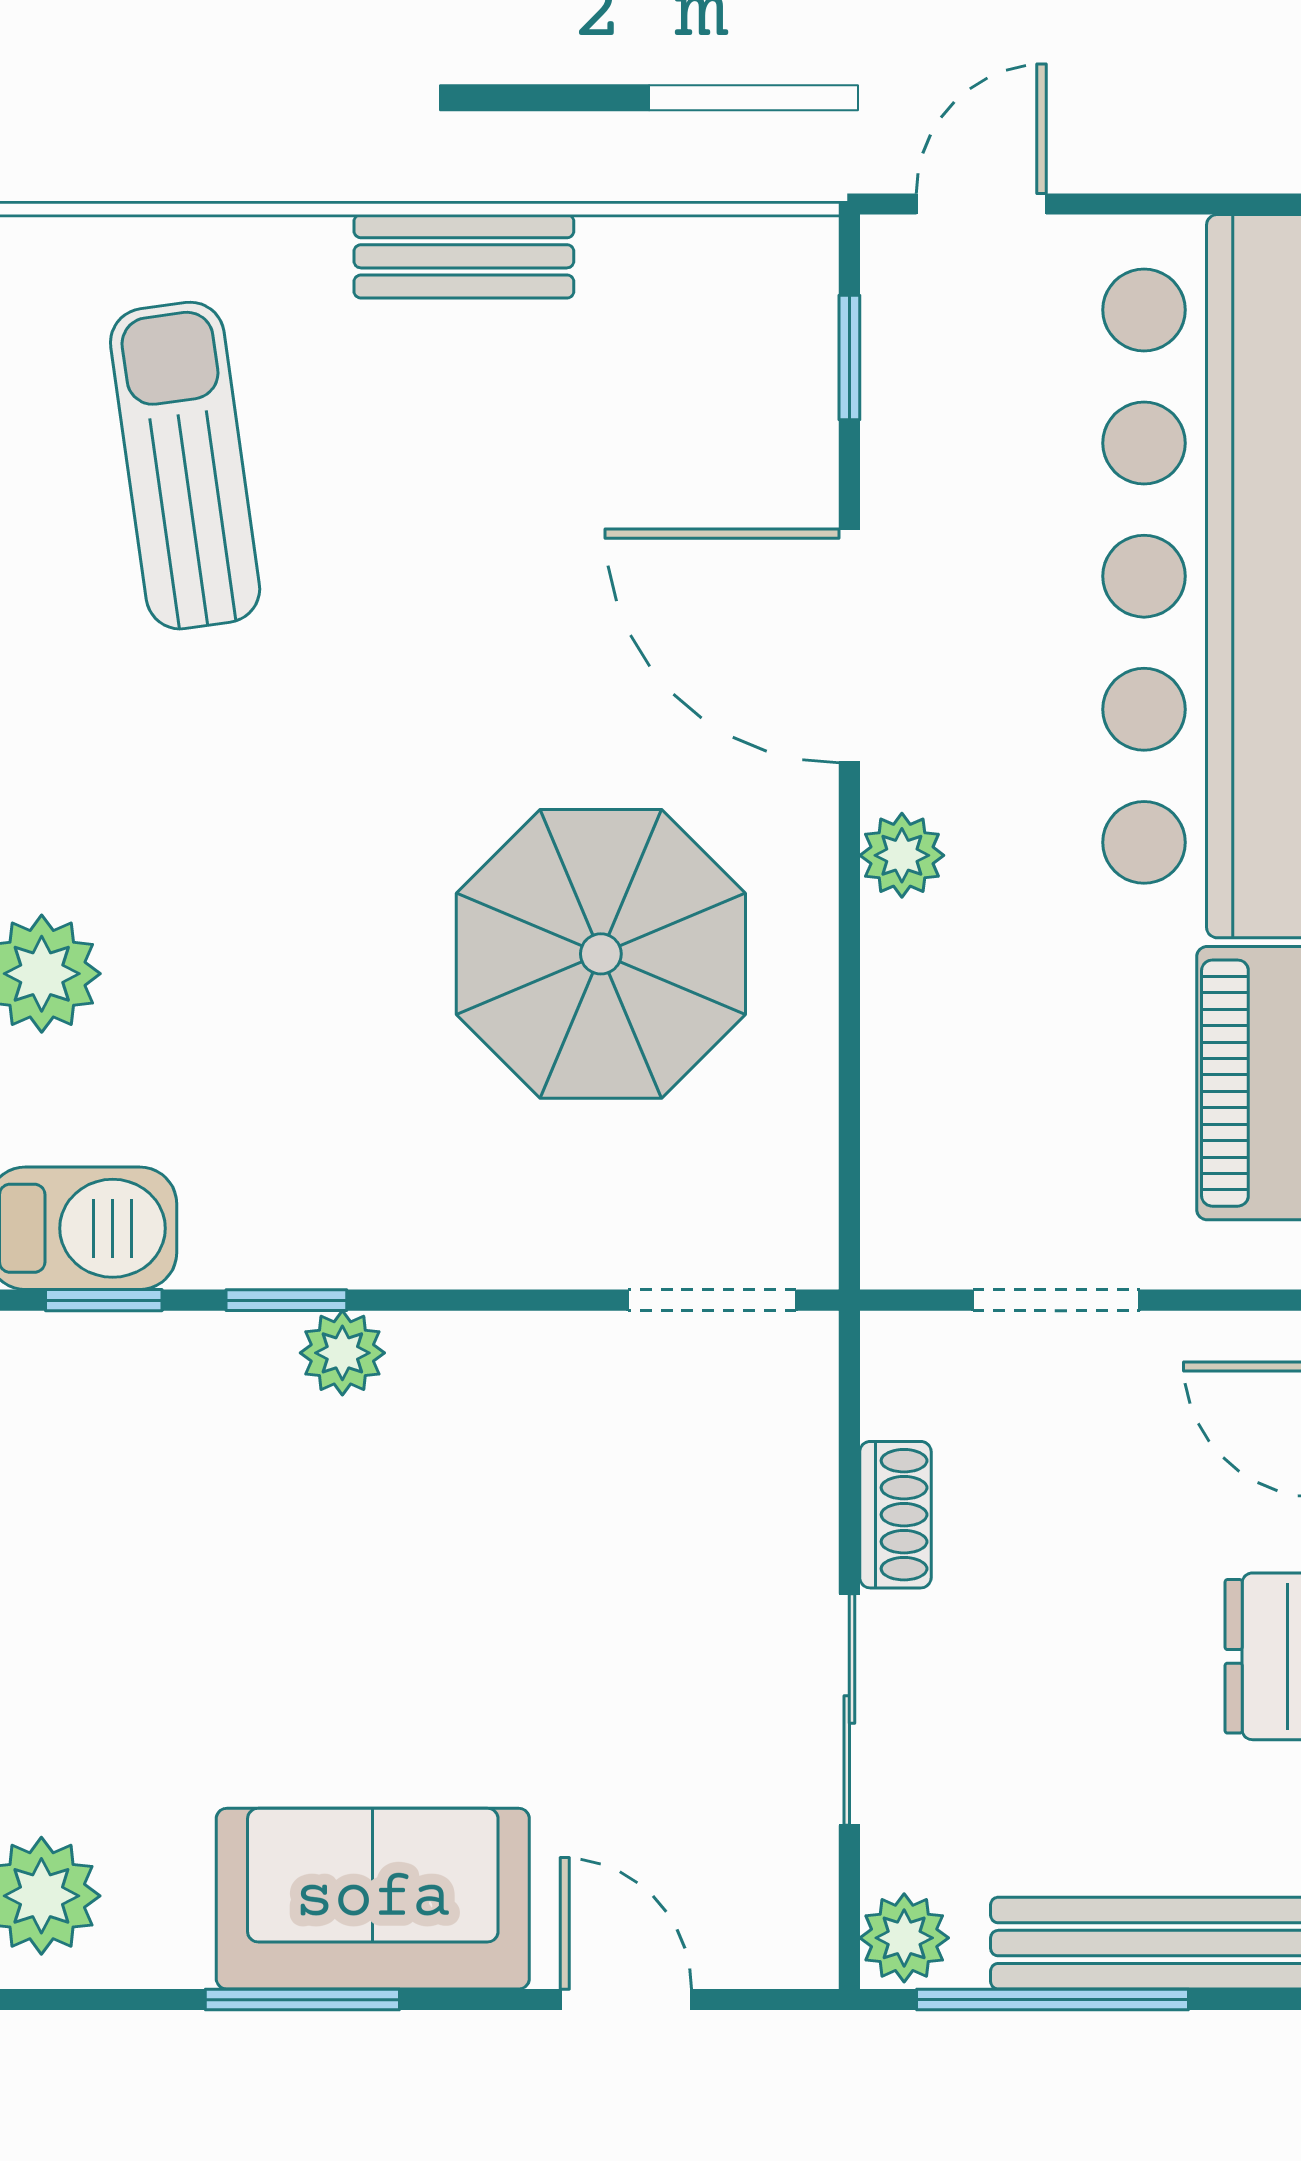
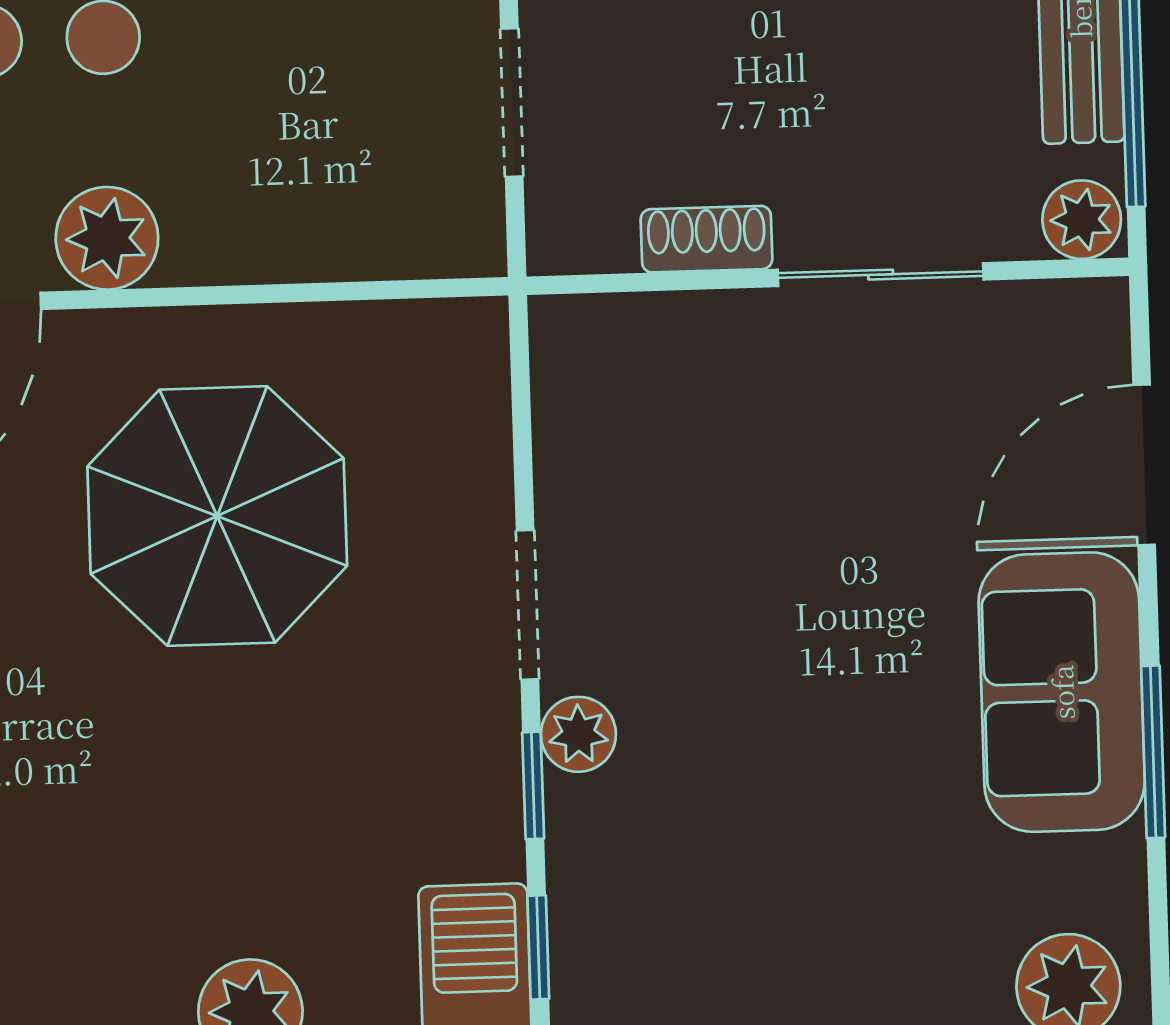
plant: (902, 855) -> (107, 238), width x1.38, depth x1.38
doorway: (712, 1300) -> (527, 605), moved
door: (626, 2000) -> (1144, 465), width x1.38

